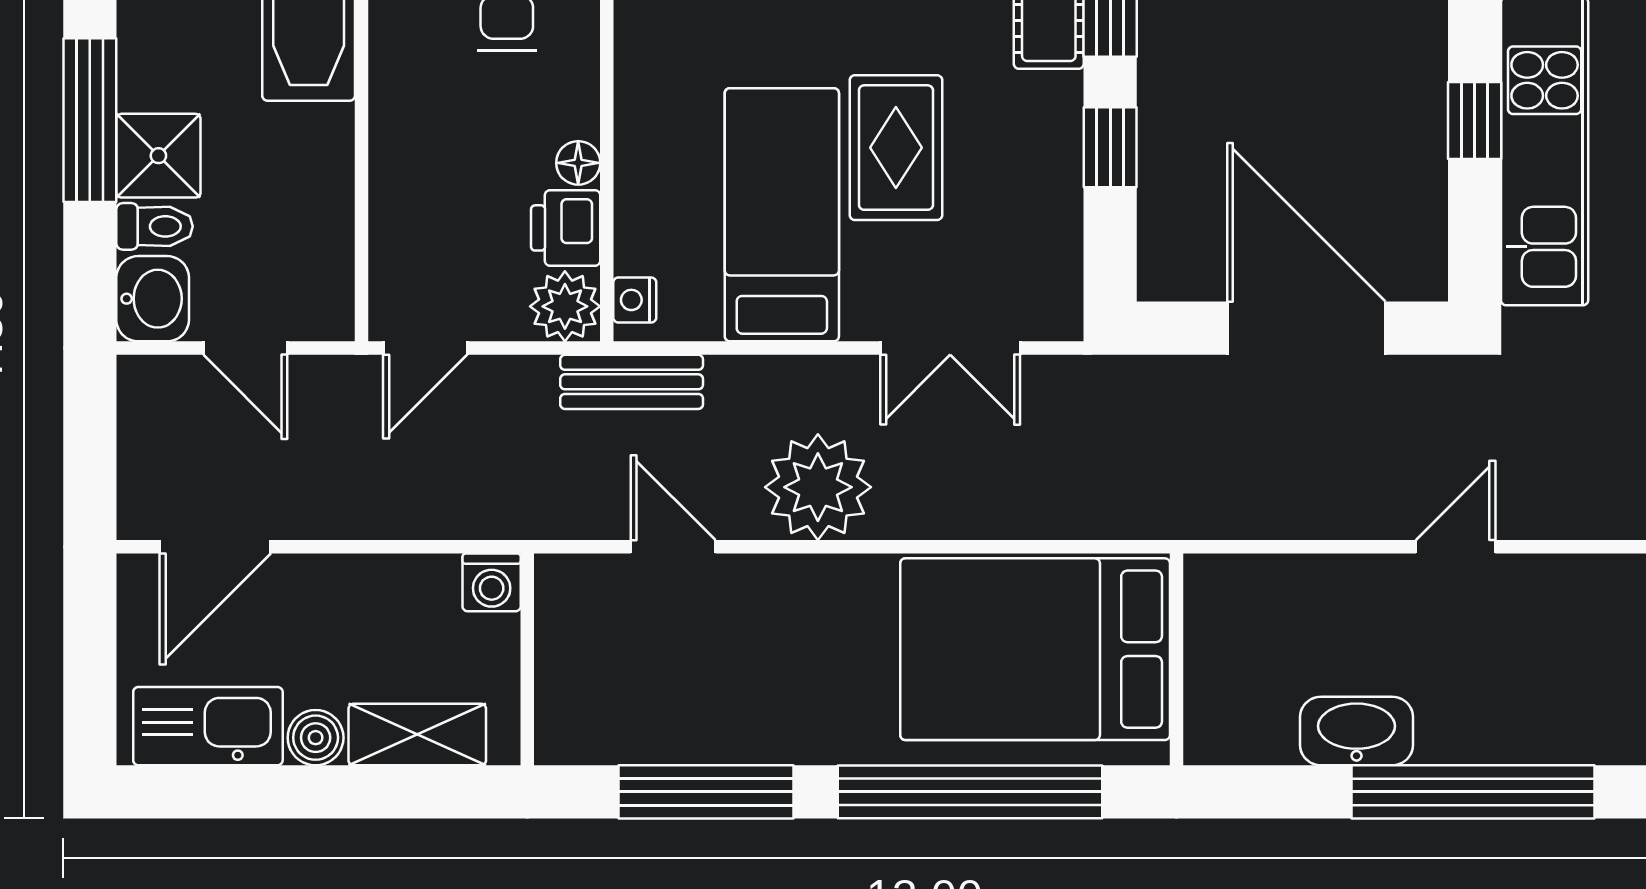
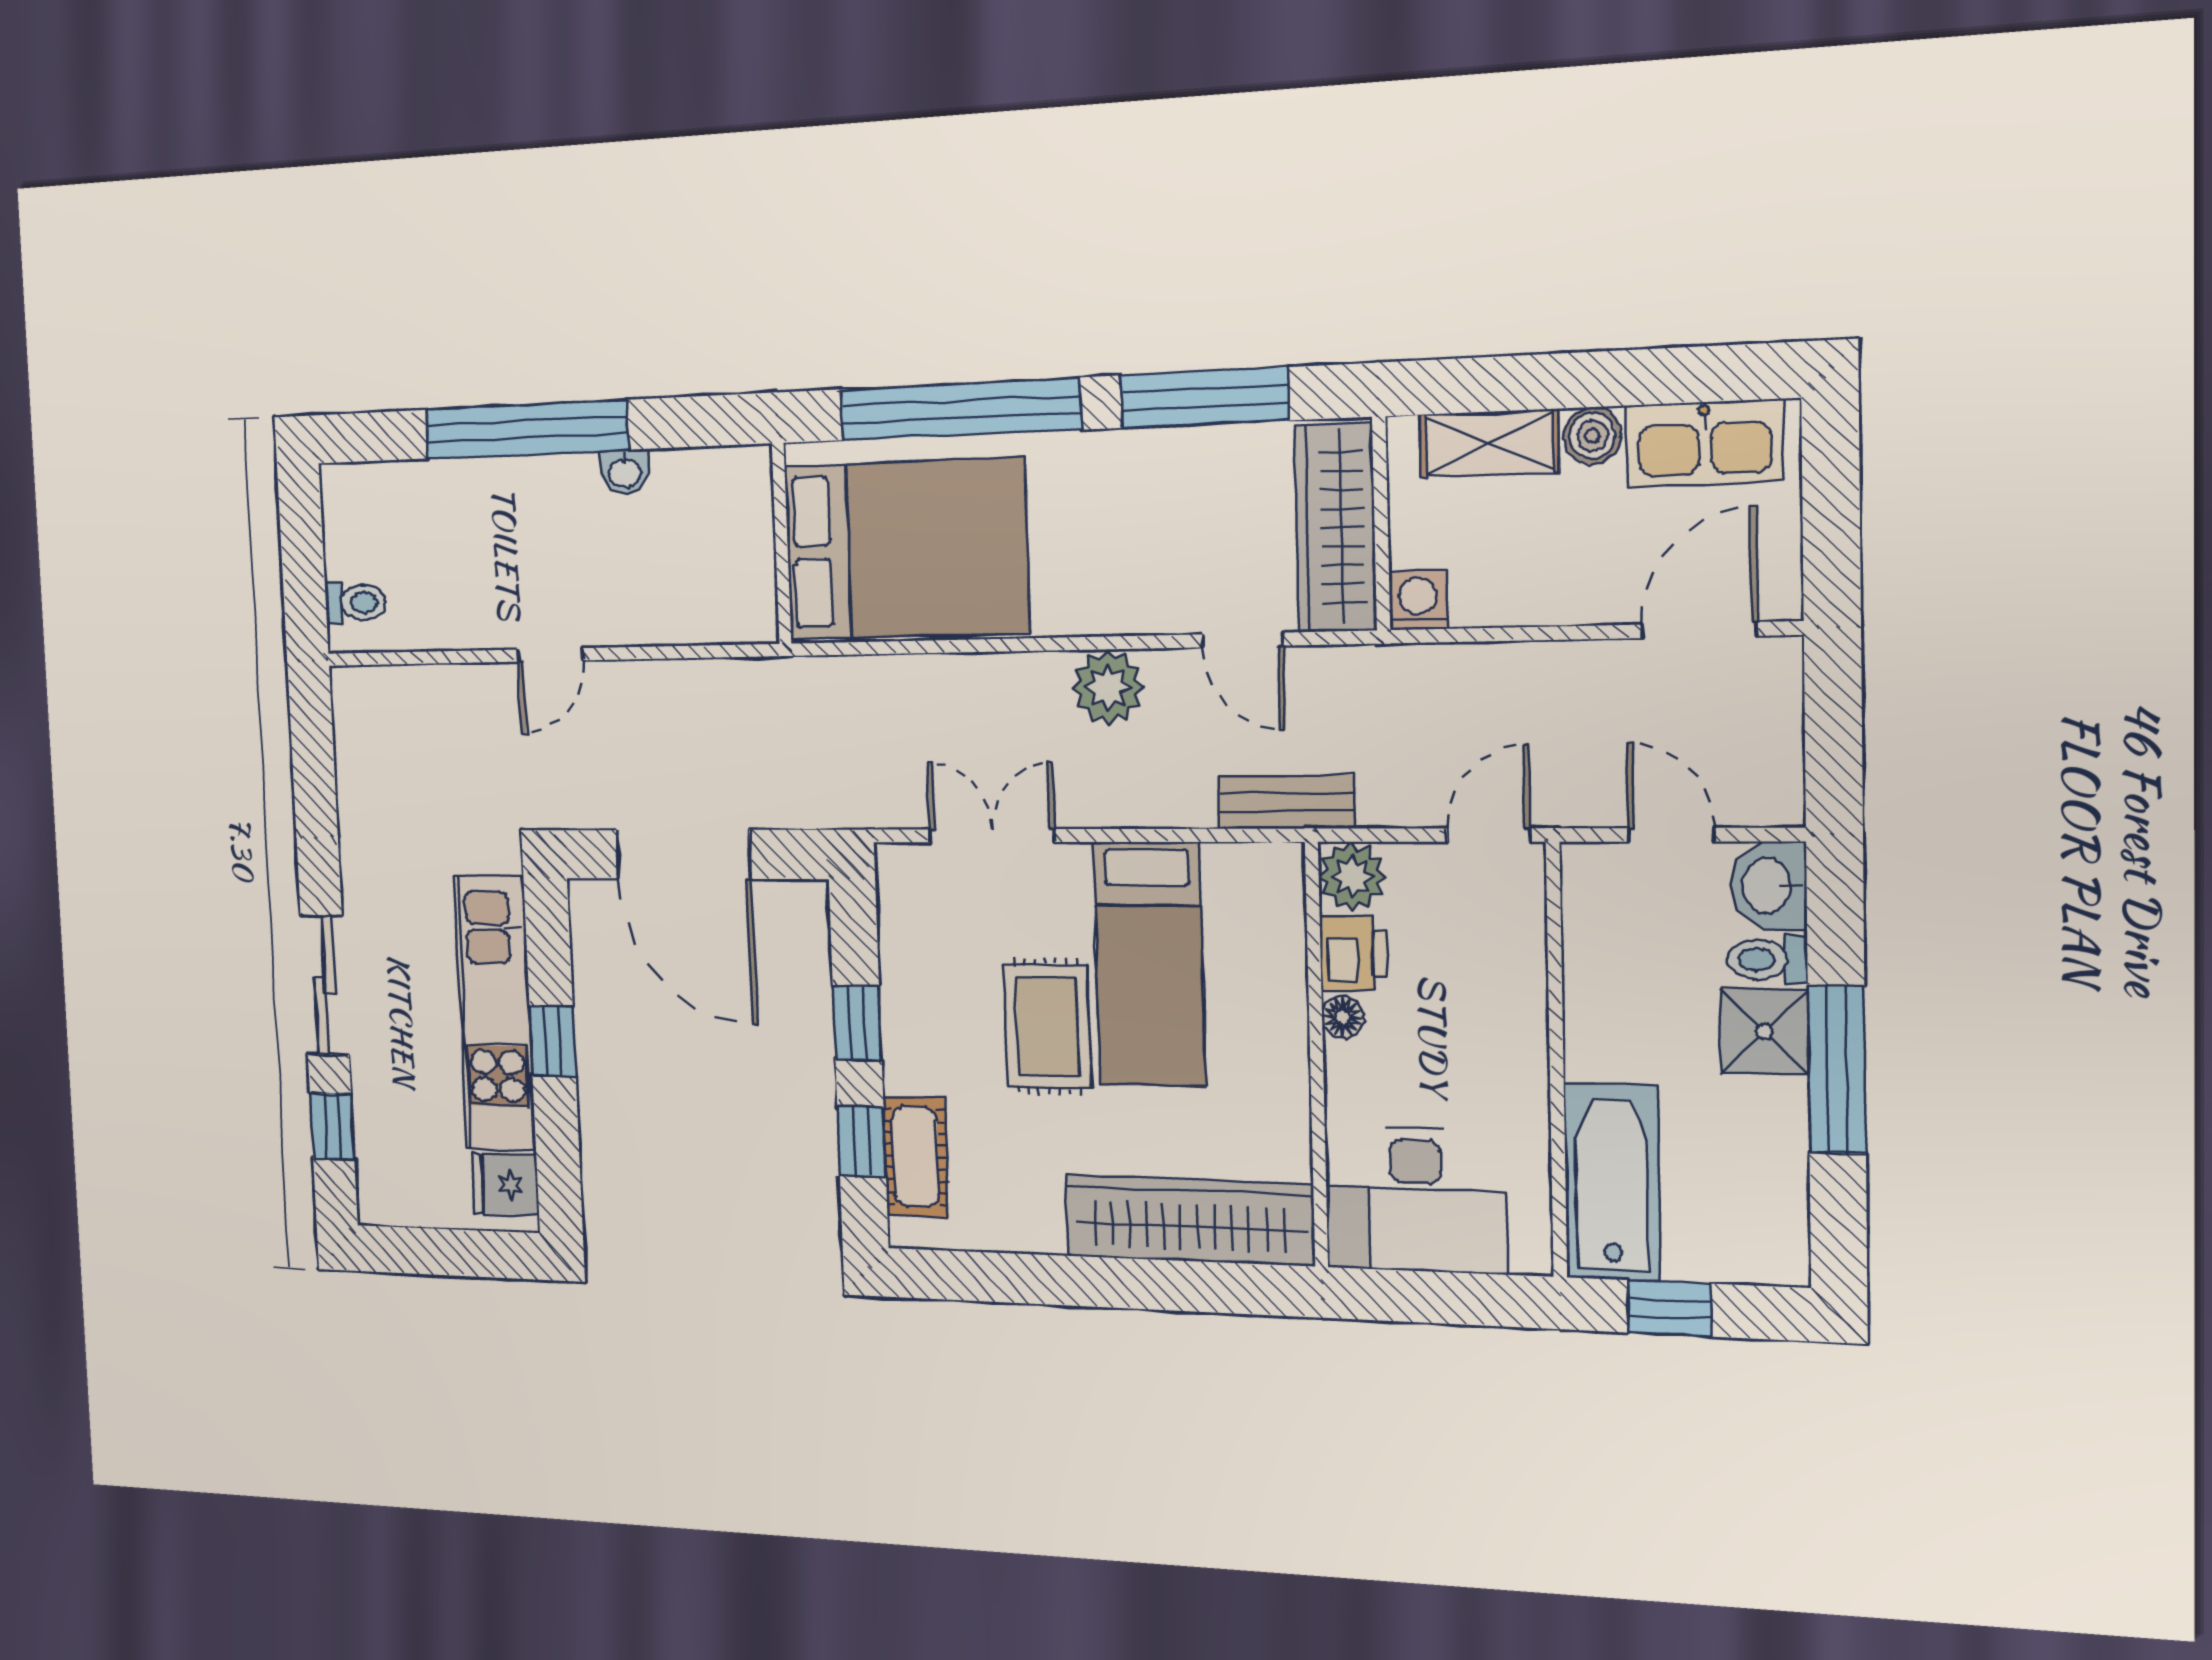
nightstand: (635, 300) -> (1285, 882), removed
plant: (818, 487) -> (1108, 687), width x0.73, depth x0.73
wardrobe: (574, 657) -> (1335, 528), added
washbasin: (1357, 731) -> (625, 472), width x0.52, depth x0.69

